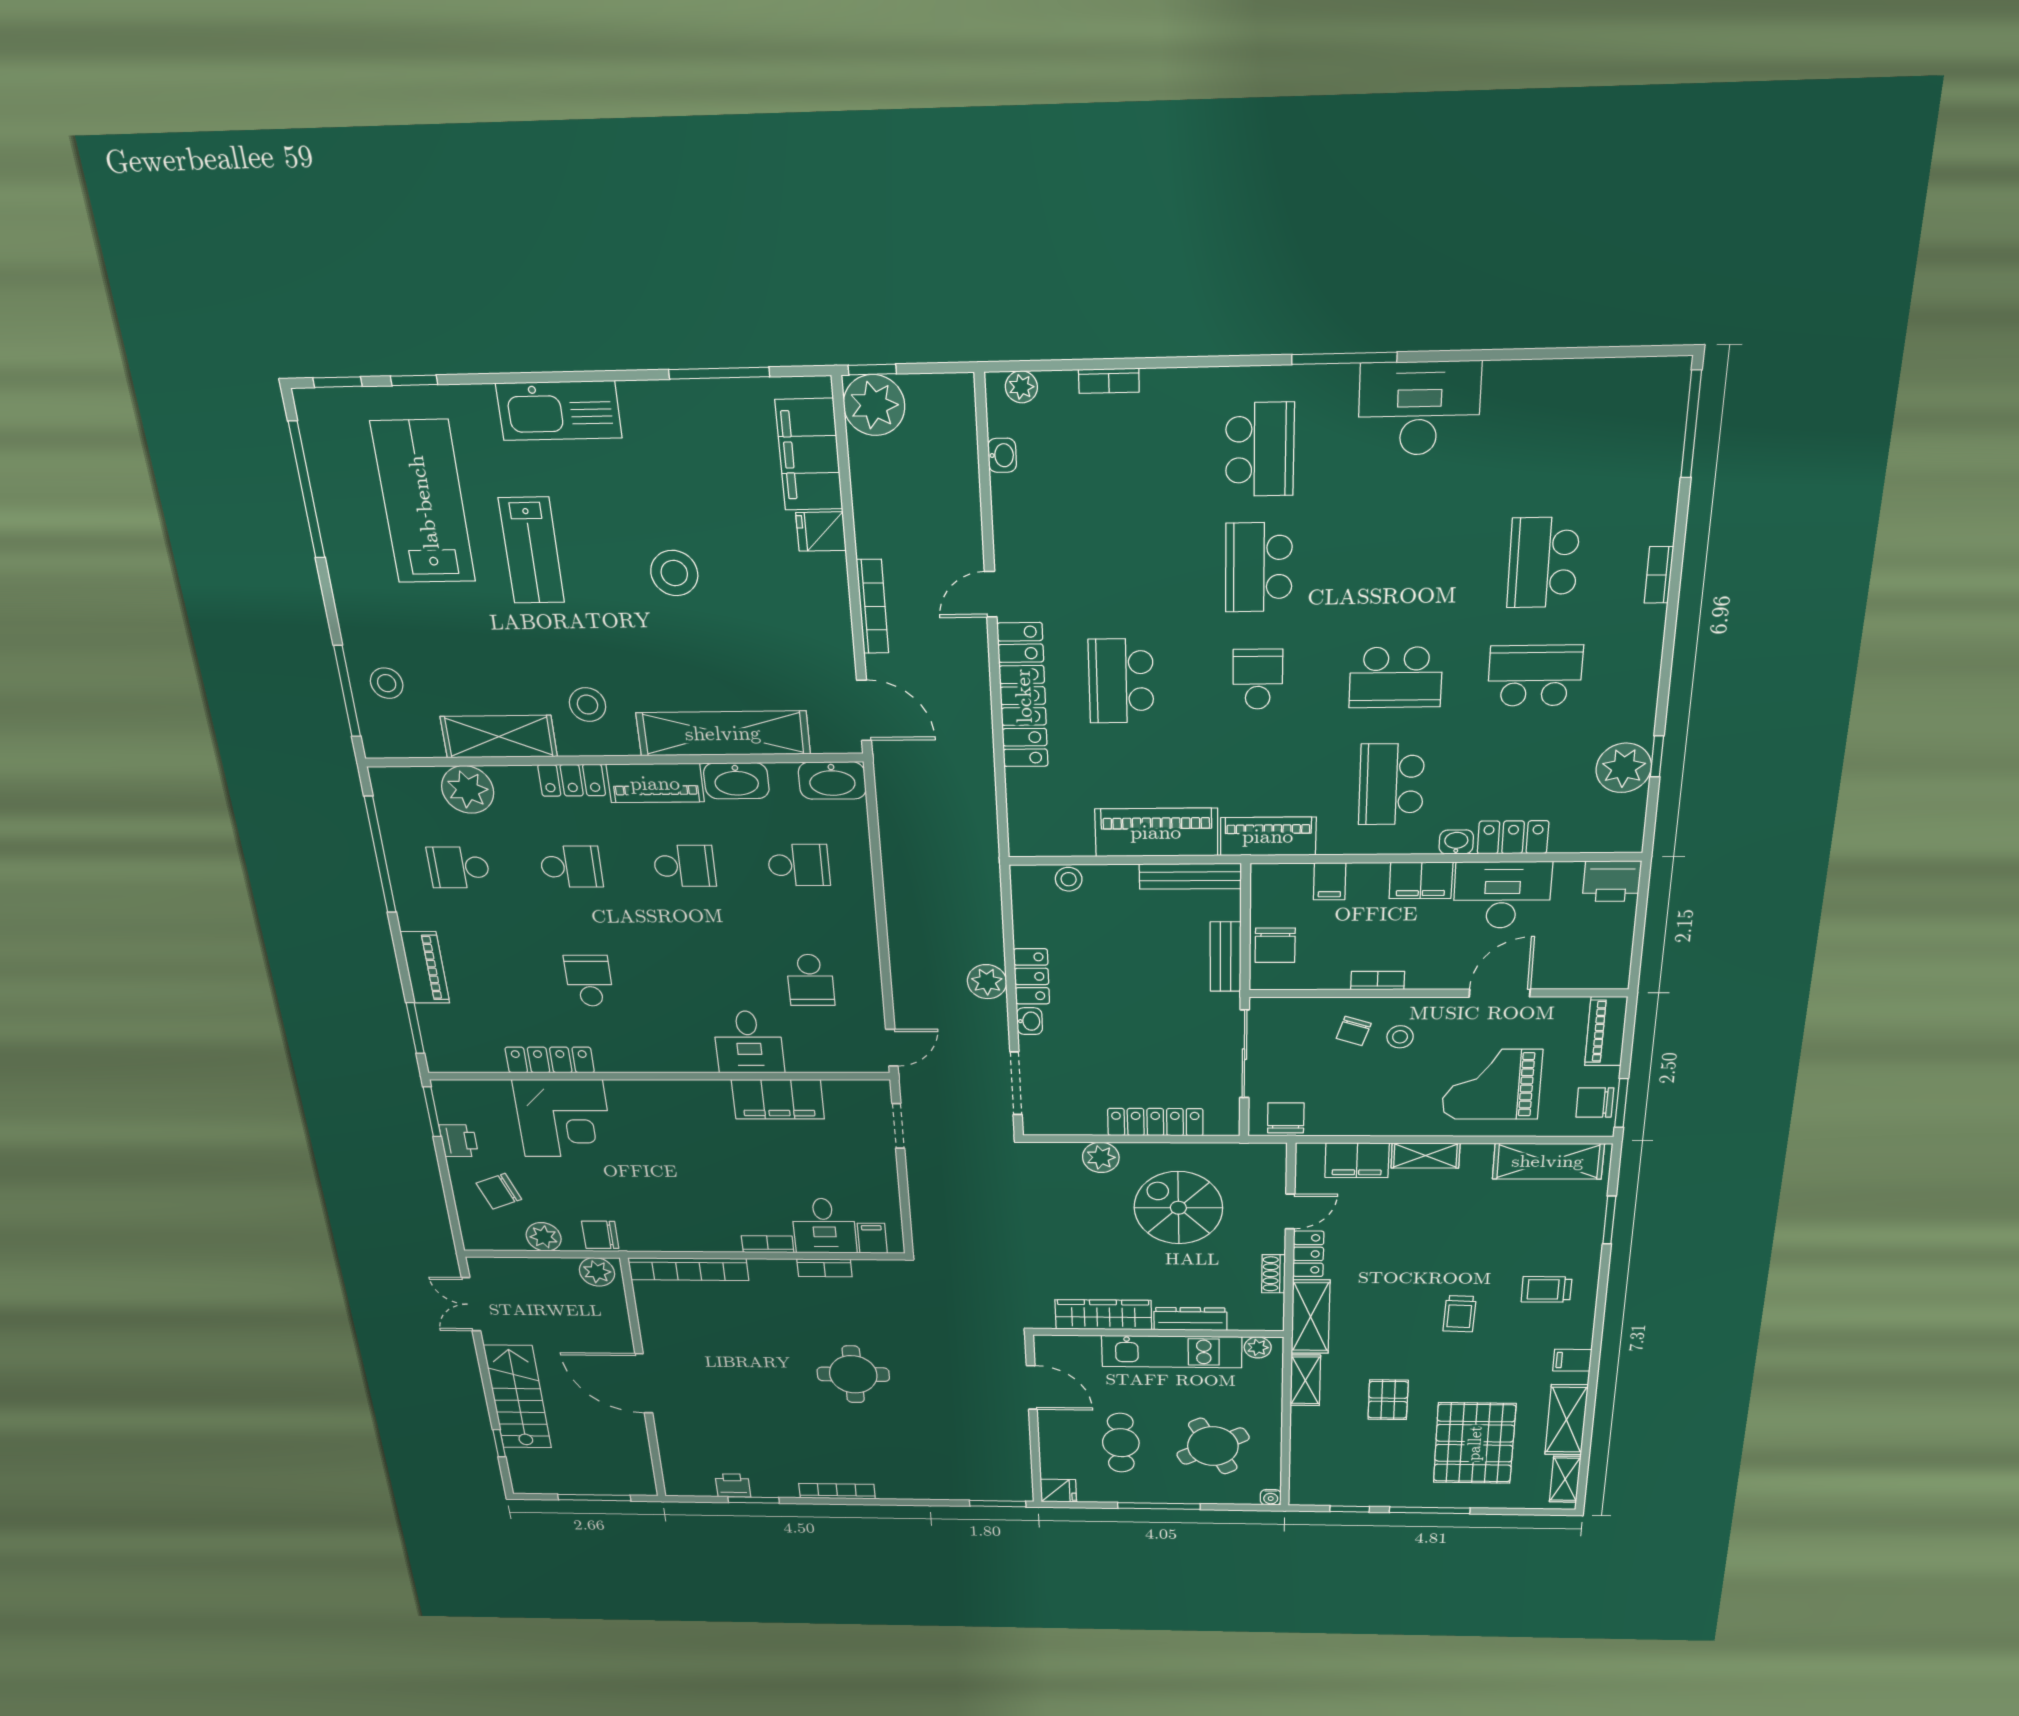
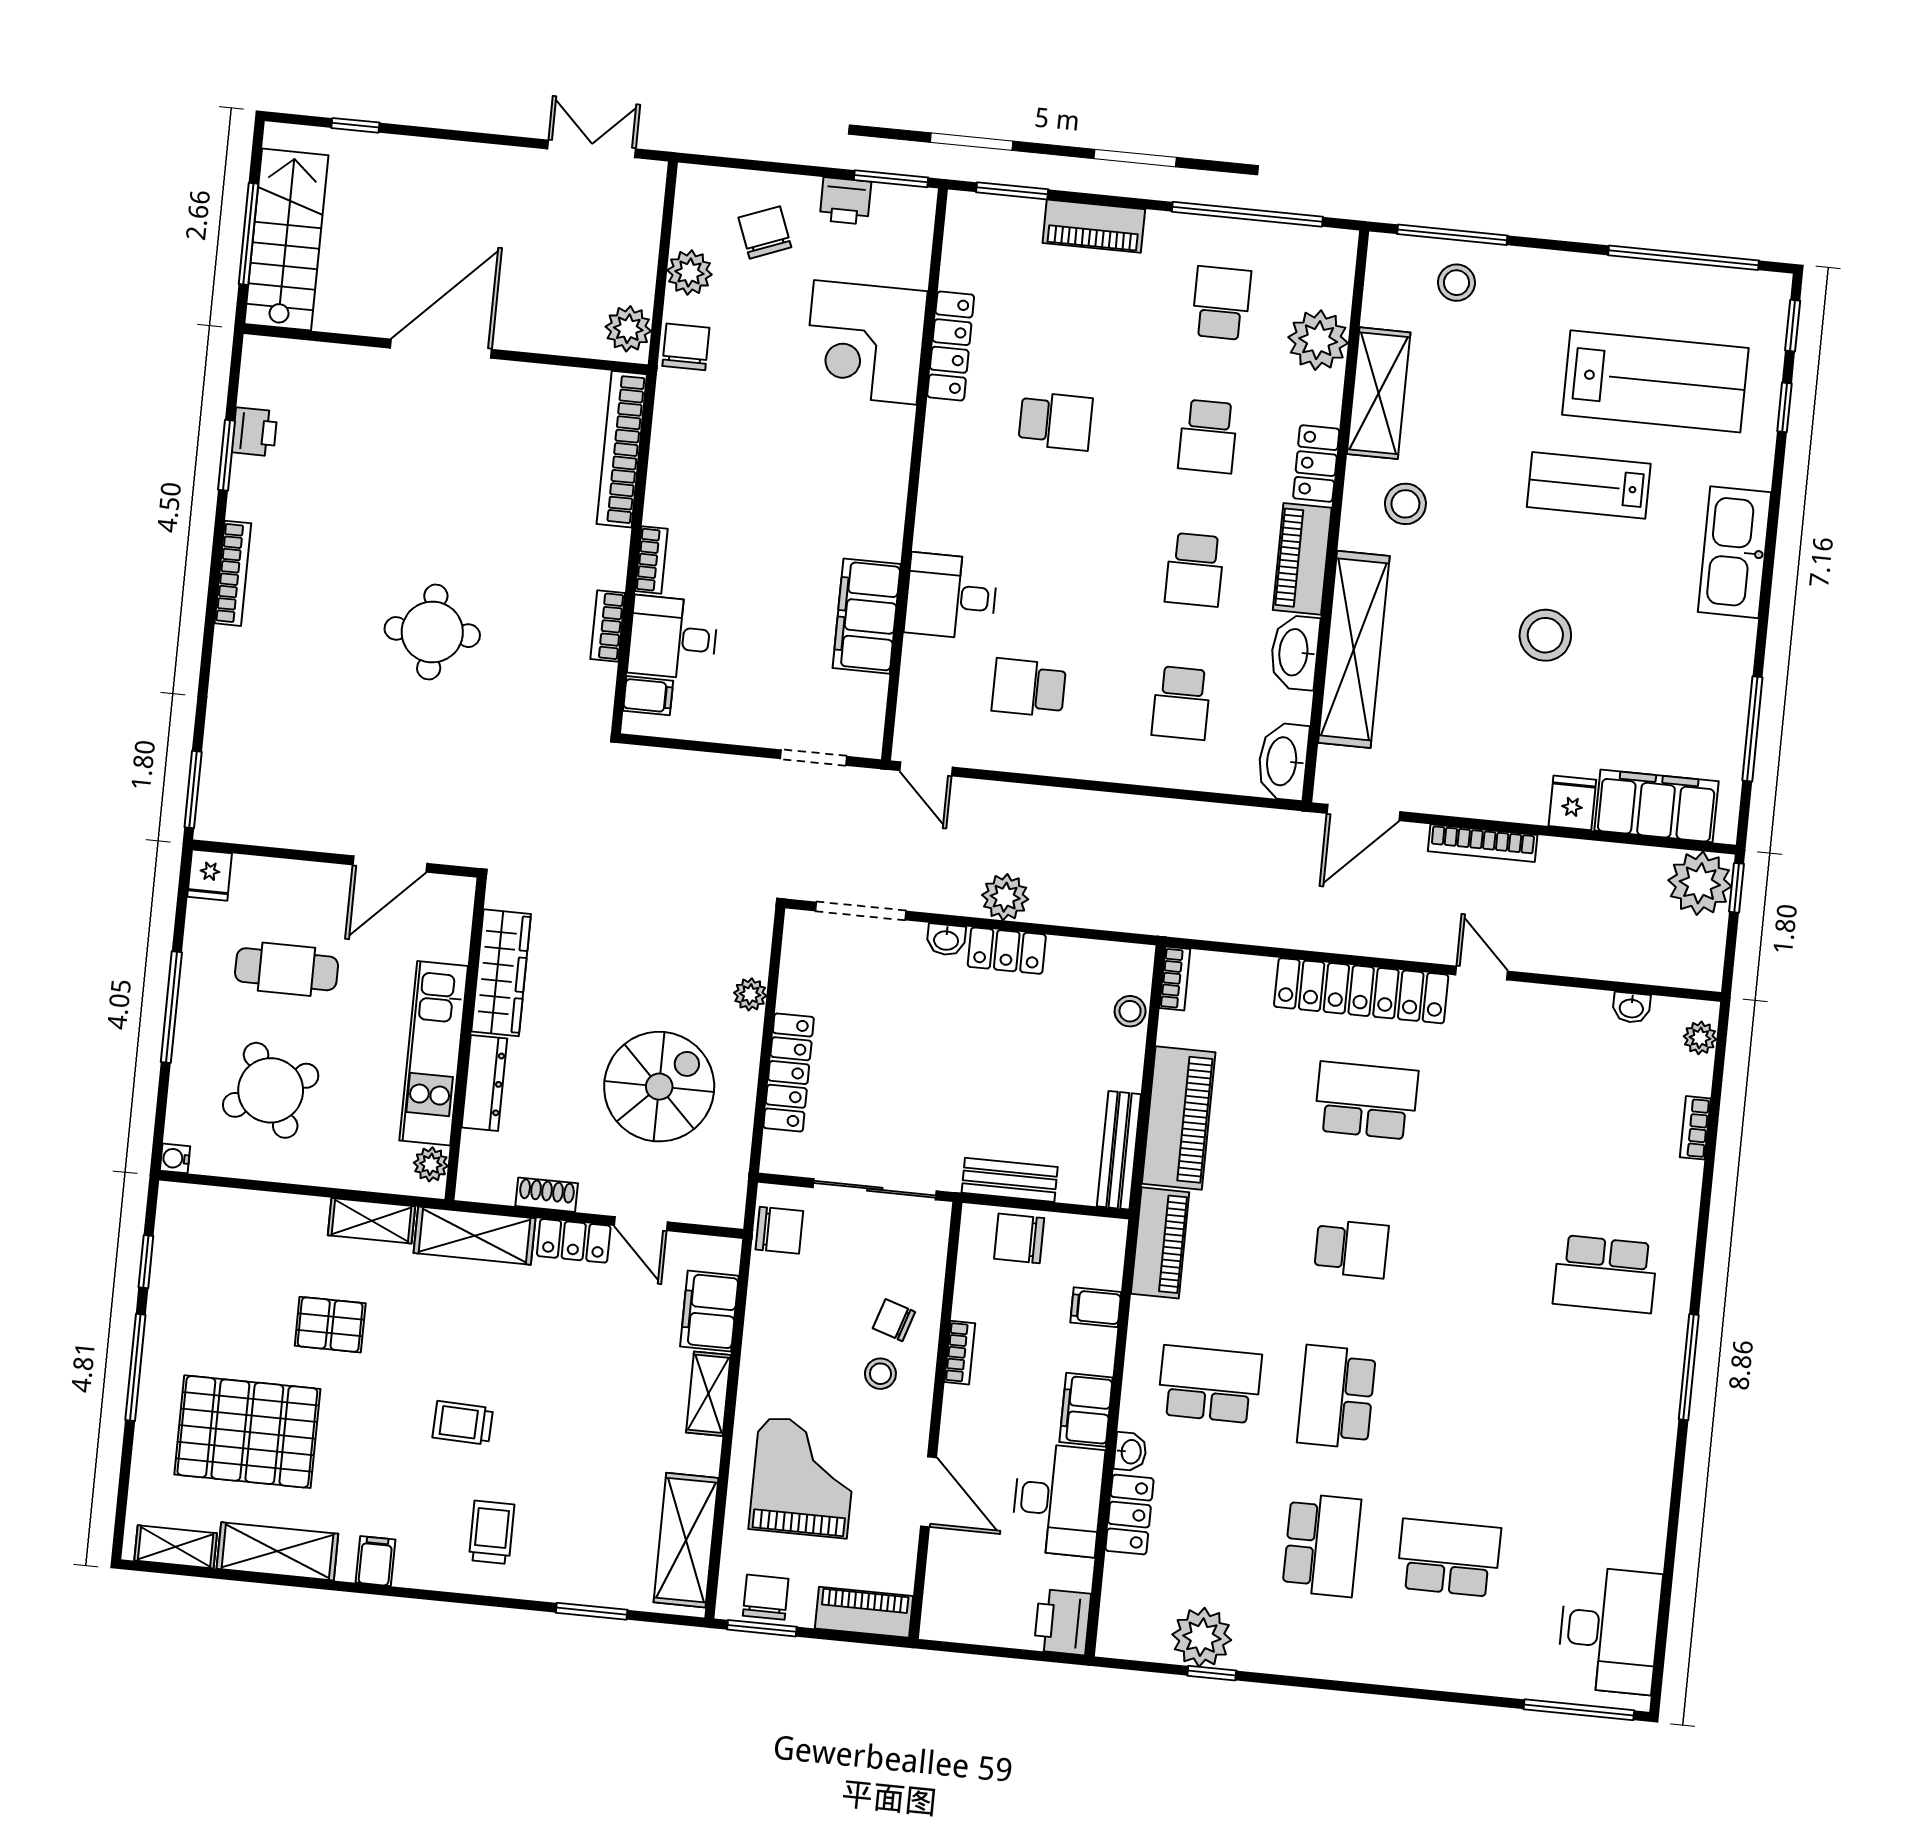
desk: (1419, 408) -> (1609, 1630), moved
school desk: (1259, 567) -> (1478, 1261), removed
bookcase: (1659, 575) -> (1175, 979), moved, turned 90
plant: (1101, 1157) -> (750, 994), width x0.73, depth x0.73
stairs: (518, 1397) -> (286, 240), moved, turned -90

